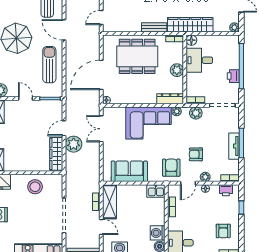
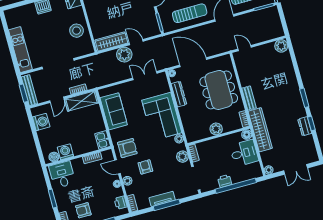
desk: (199, 60) -> (244, 153), moved, turned 90
dresser: (170, 99) -> (179, 94), moved

